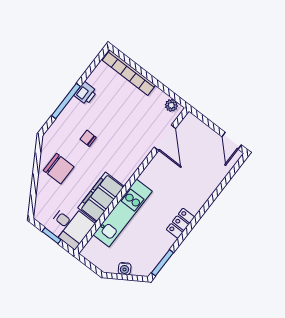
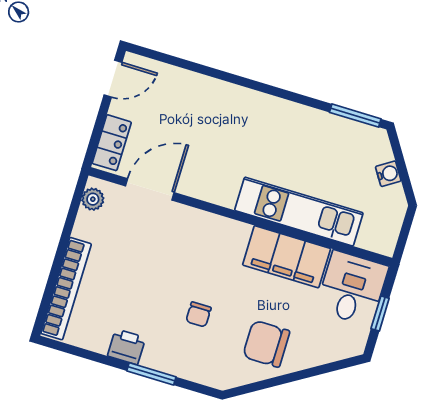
window: (66, 101) -> (151, 374), width x0.69
chair: (59, 169) -> (266, 344), turned -90
locker: (181, 223) -> (112, 143), moved, turned -90

